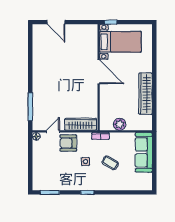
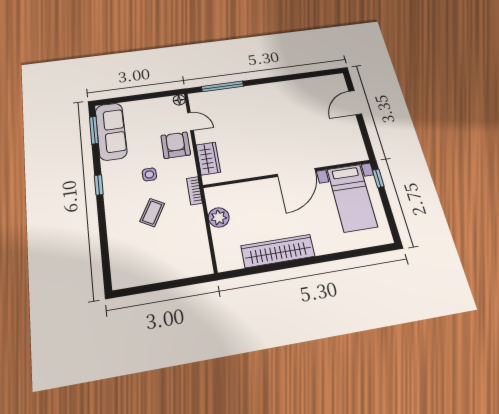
wardrobe: (81, 124) -> (208, 158), width x0.67
sofa: (144, 152) -> (111, 131), moved, turned 90

